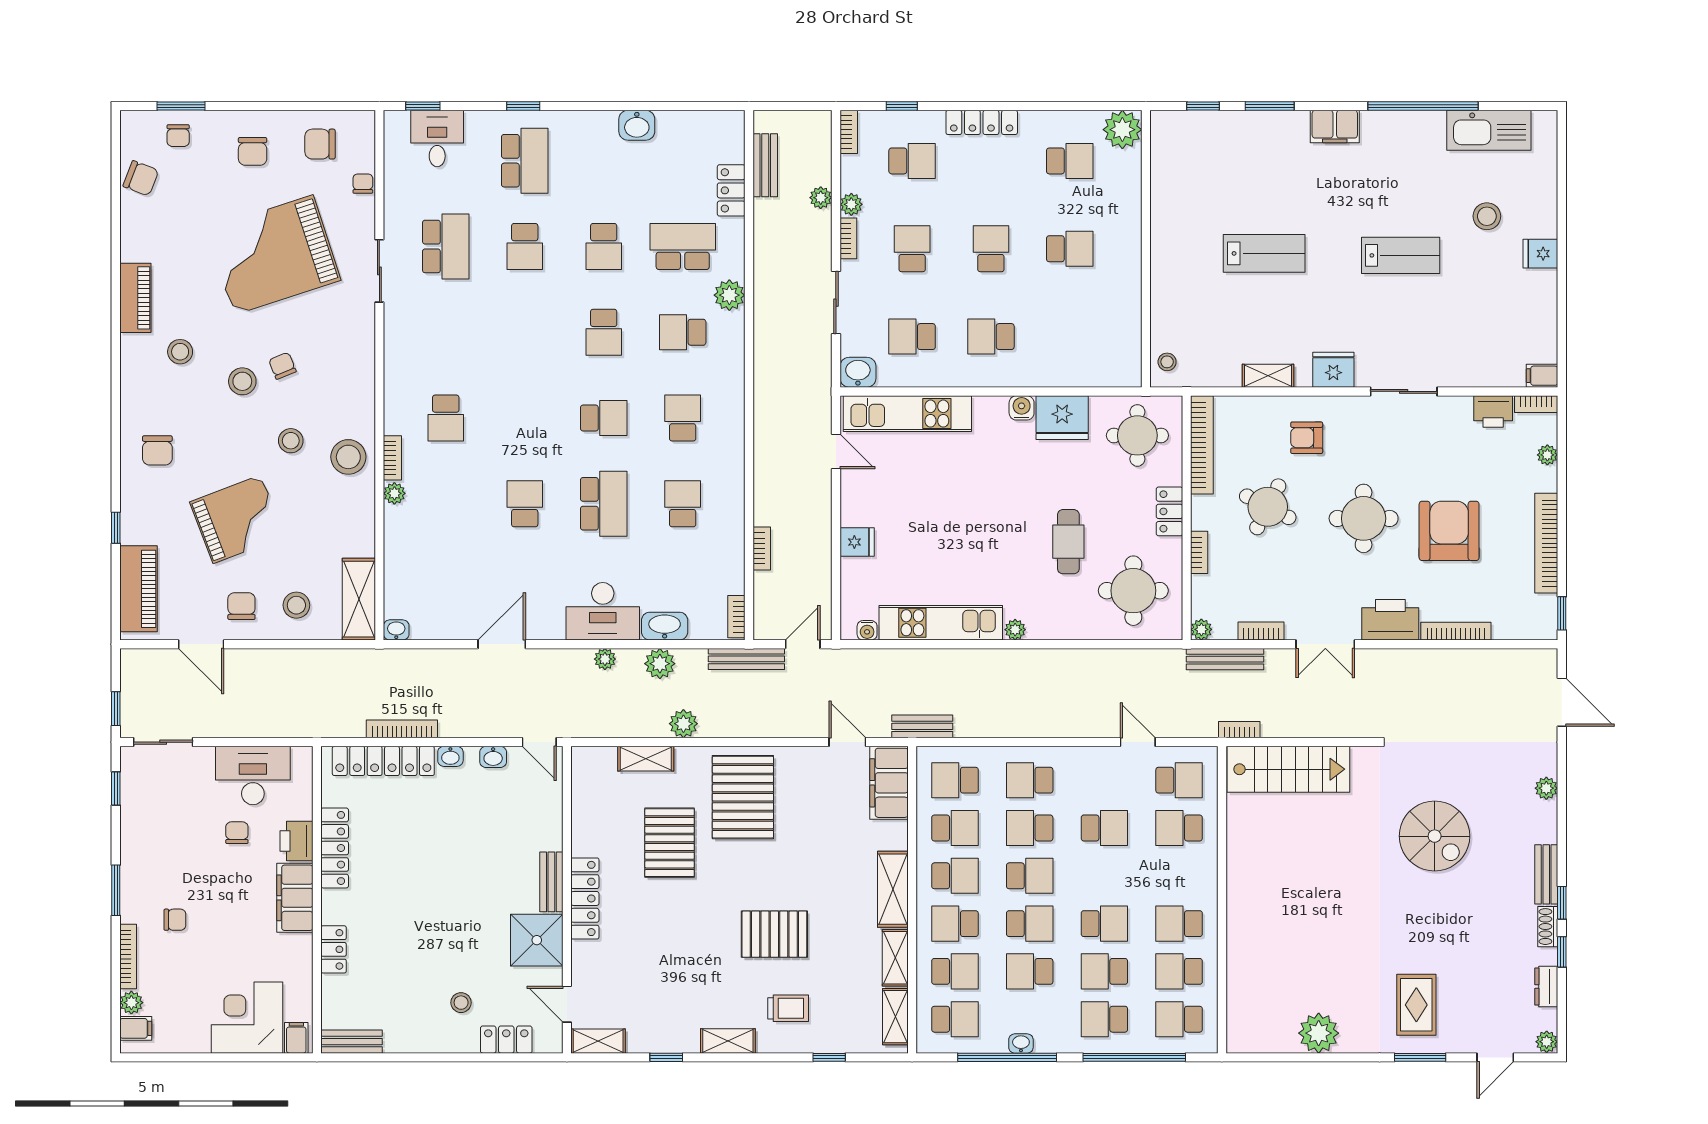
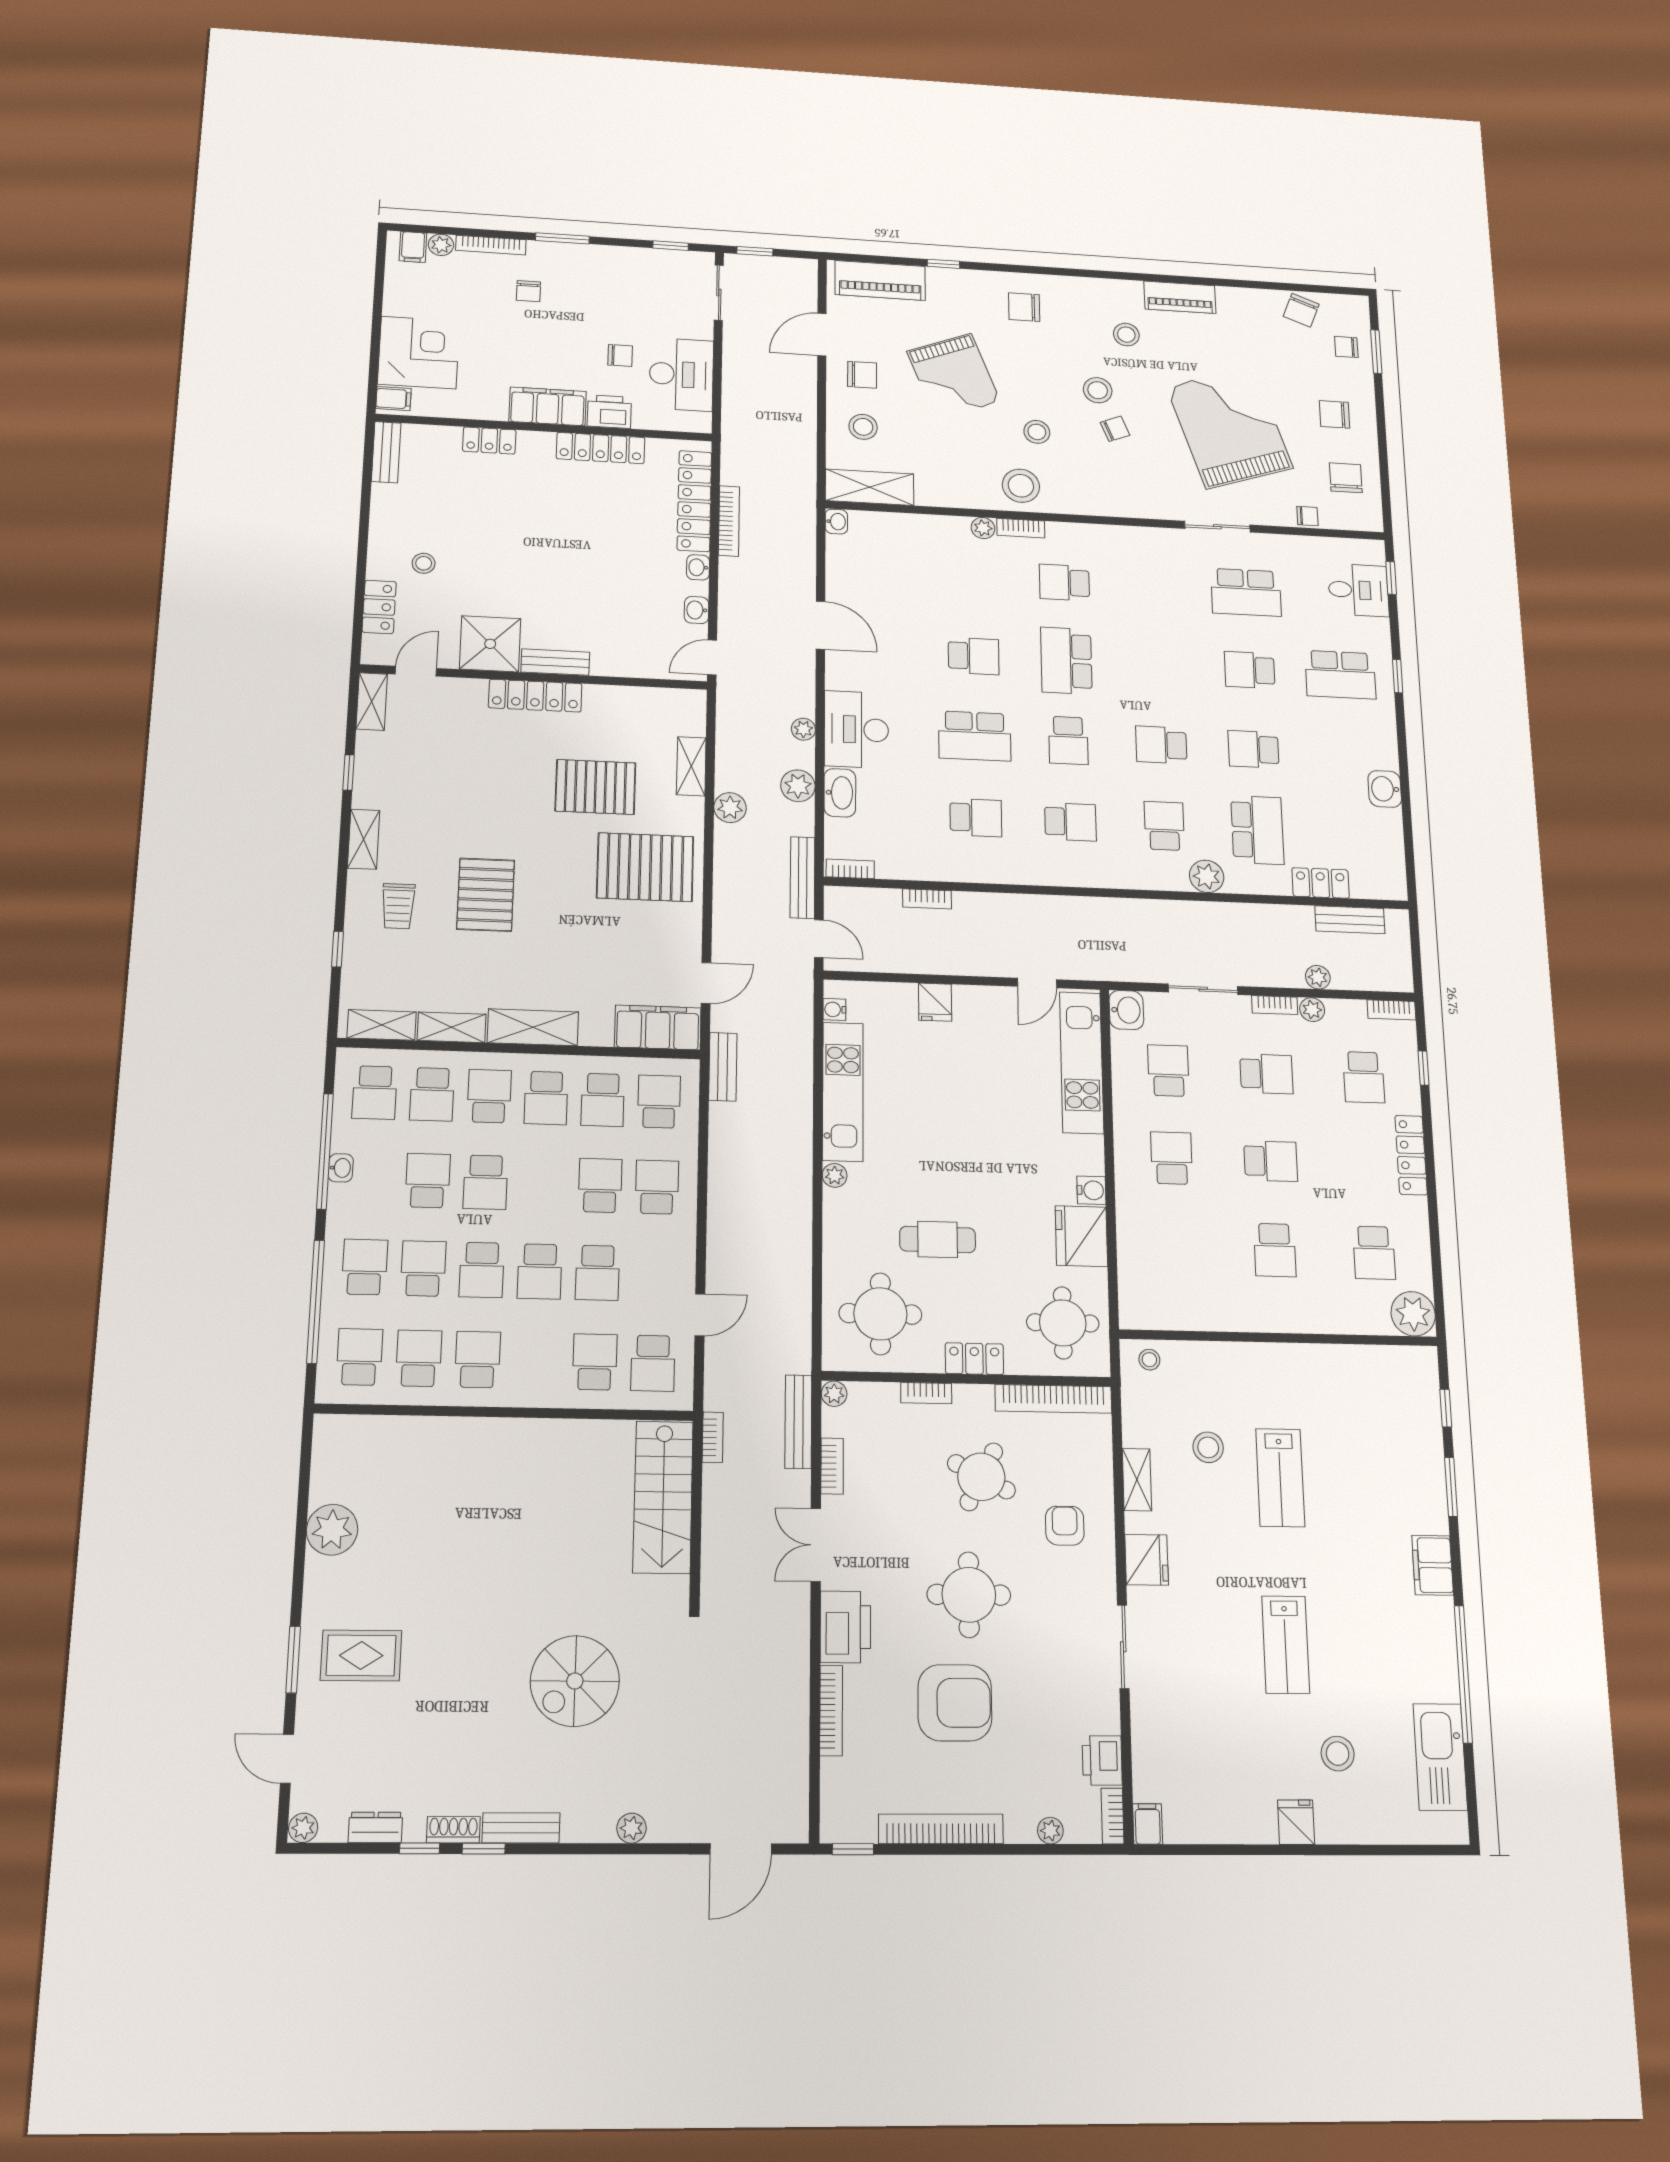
stool: (1240, 314) -> (1208, 1447), added
school desk: (525, 418) -> (1066, 661), added
school desk: (1030, 876) -> (540, 1271), moved

